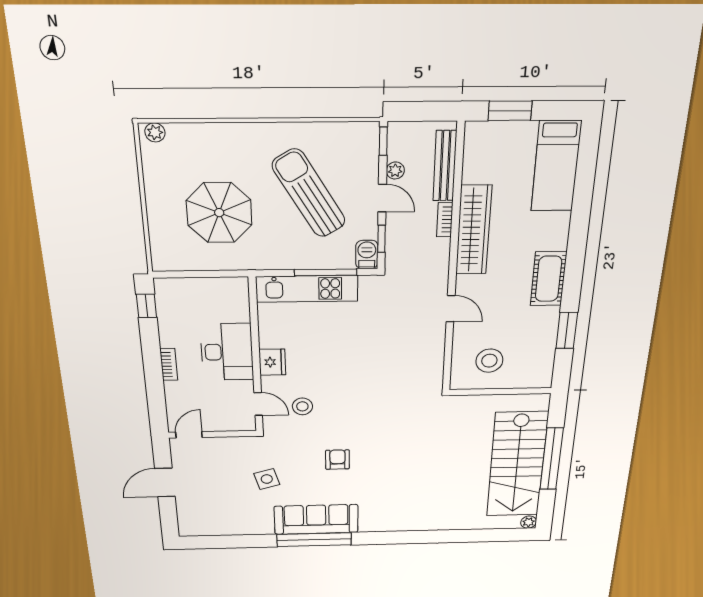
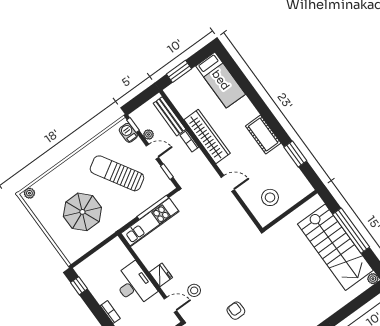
barbecue: (367, 255) -> (128, 133), moved

